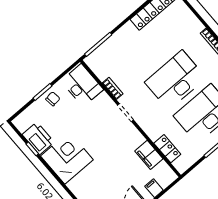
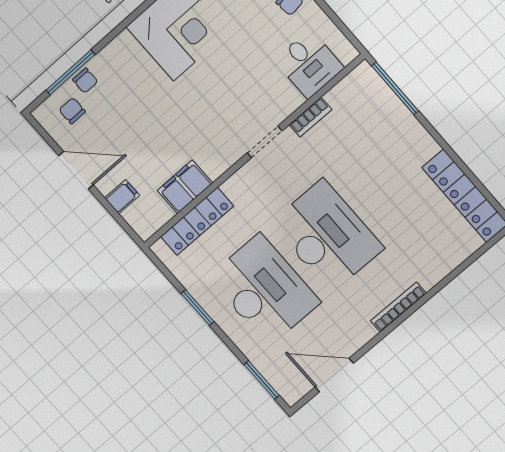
desk: (82, 85) -> (309, 64), width x0.73
locker: (167, 149) -> (197, 221), width x1.53

